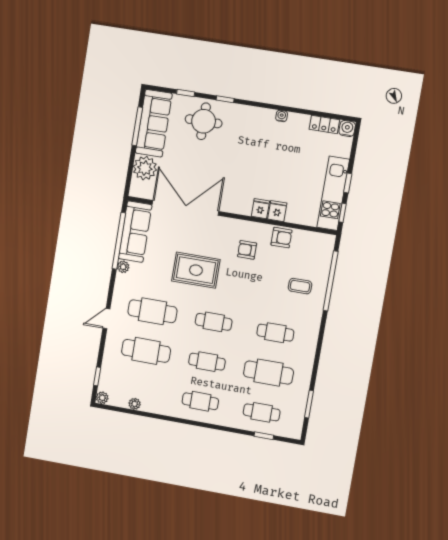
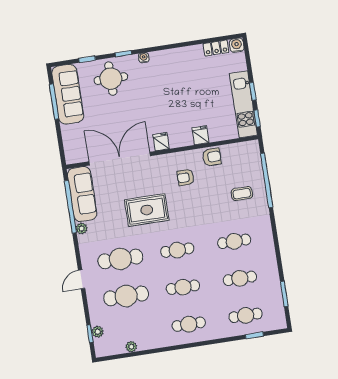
water cooler: (282, 116) -> (144, 58), moved
plant: (145, 168) -> (73, 136), removed
fridge: (260, 209) -> (161, 142), moved
cafe table: (268, 373) -> (240, 278), width x0.73, depth x0.74
plant: (102, 398) -> (98, 332), moved

